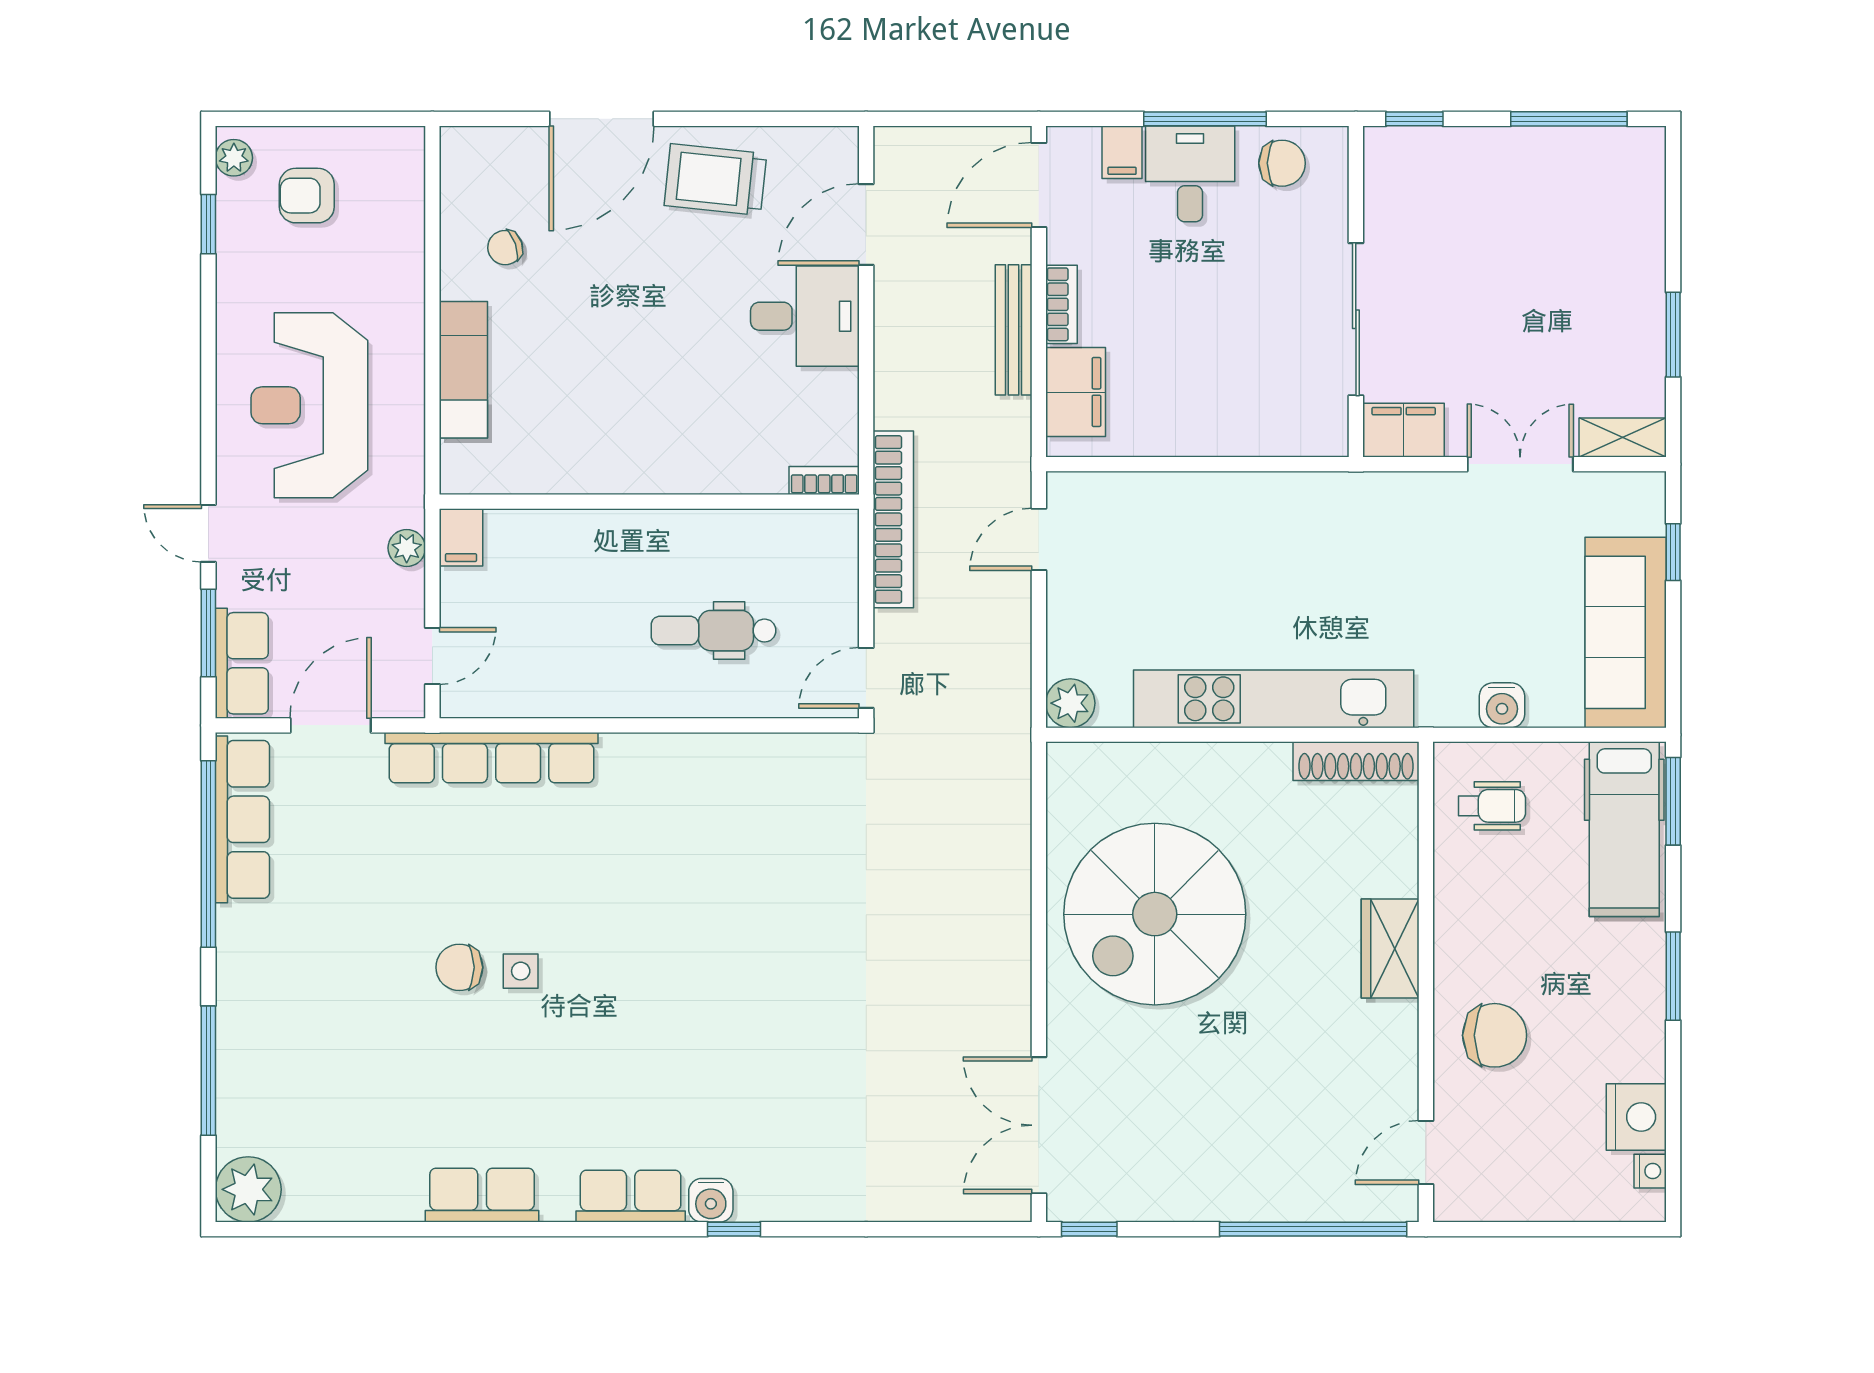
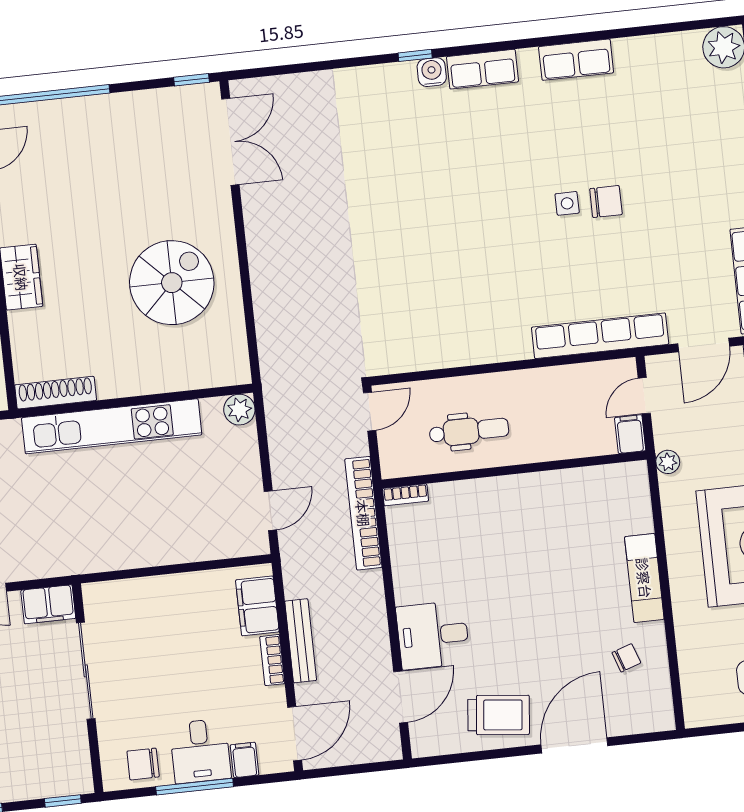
bookcase: (824, 480) -> (405, 495), moved
wall: (649, 502) -> (514, 470), moved
filing cabinet: (461, 537) -> (630, 434), moved
spiral stairs: (1155, 914) -> (172, 283), width x0.73, depth x0.73

